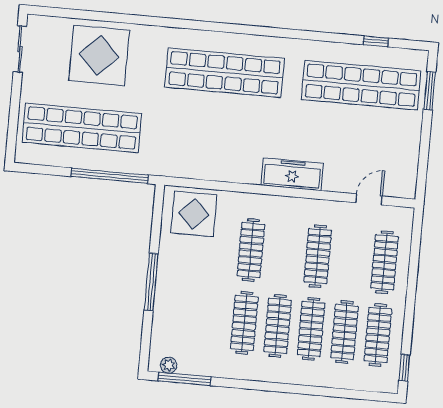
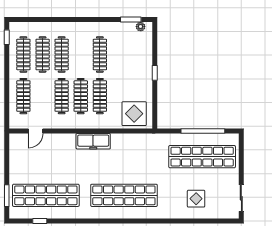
display table: (99, 55) -> (196, 199), width x0.54, depth x0.54
freezer: (292, 174) -> (93, 141), moved
window: (110, 176) -> (203, 131), moved
window: (151, 282) -> (155, 73), width x0.46
clothes rail: (278, 326) -> (81, 96), moved
window: (185, 379) -> (131, 20), width x0.69

